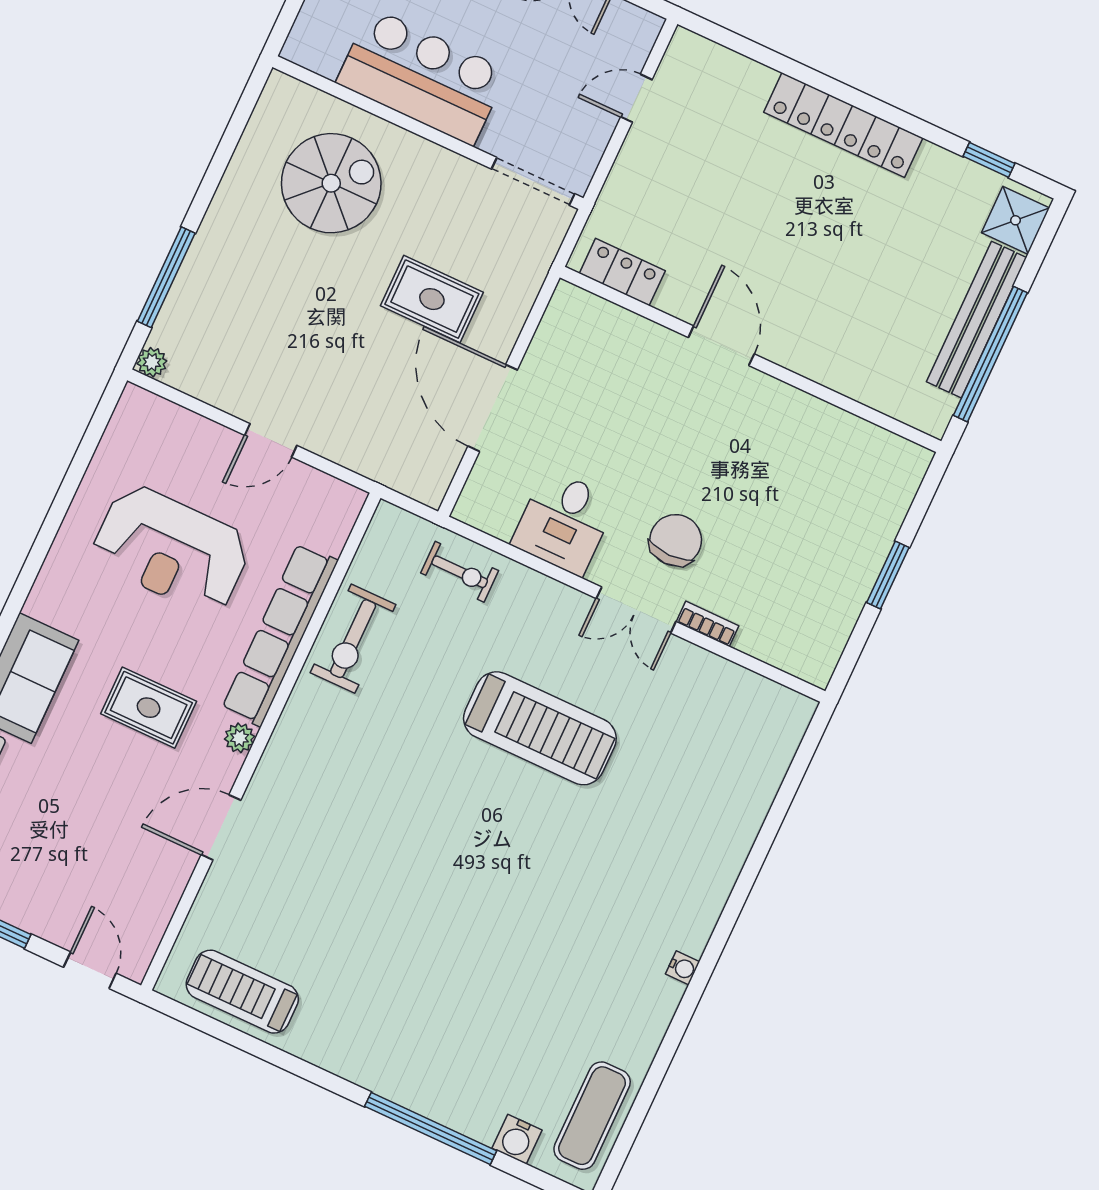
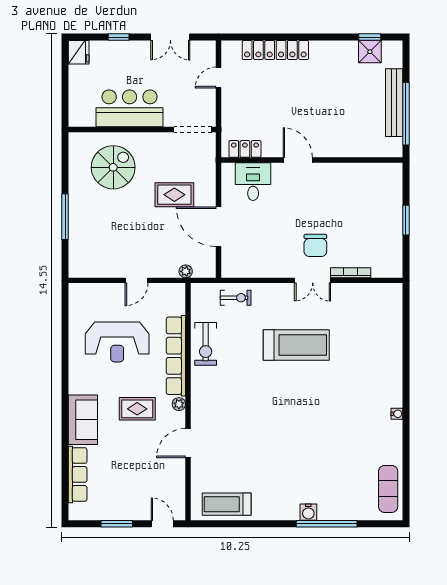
locker: (843, 125) -> (275, 50), moved
shower: (1016, 220) -> (370, 52), moved
window: (166, 277) -> (65, 217), moved
plant: (152, 362) -> (186, 271), moved
desk: (564, 522) -> (253, 182), moved, turned 180
chair: (676, 540) -> (315, 245), turned 180
bookcase: (708, 624) -> (351, 273), width x1.56
water cooler: (517, 1139) -> (308, 512), moved

